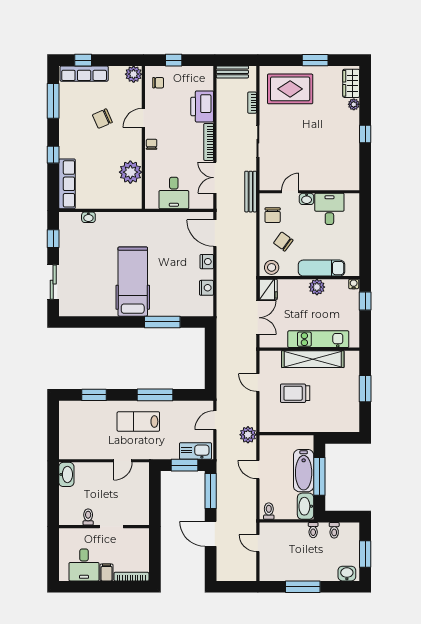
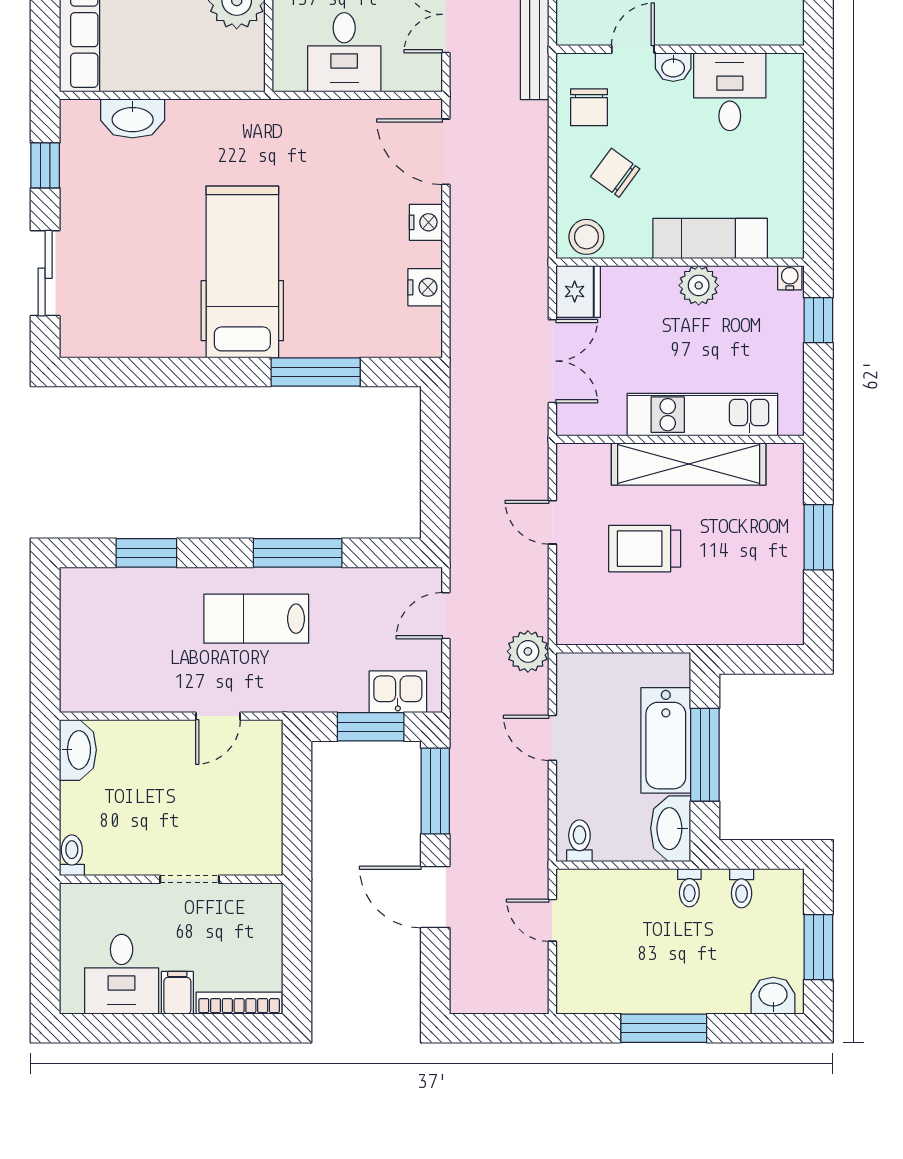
washbasin: (88, 217) -> (133, 118), width x1.91, depth x1.45
kitchen sink: (195, 451) -> (398, 692), width x0.73
toilet: (88, 517) -> (72, 855), moved

